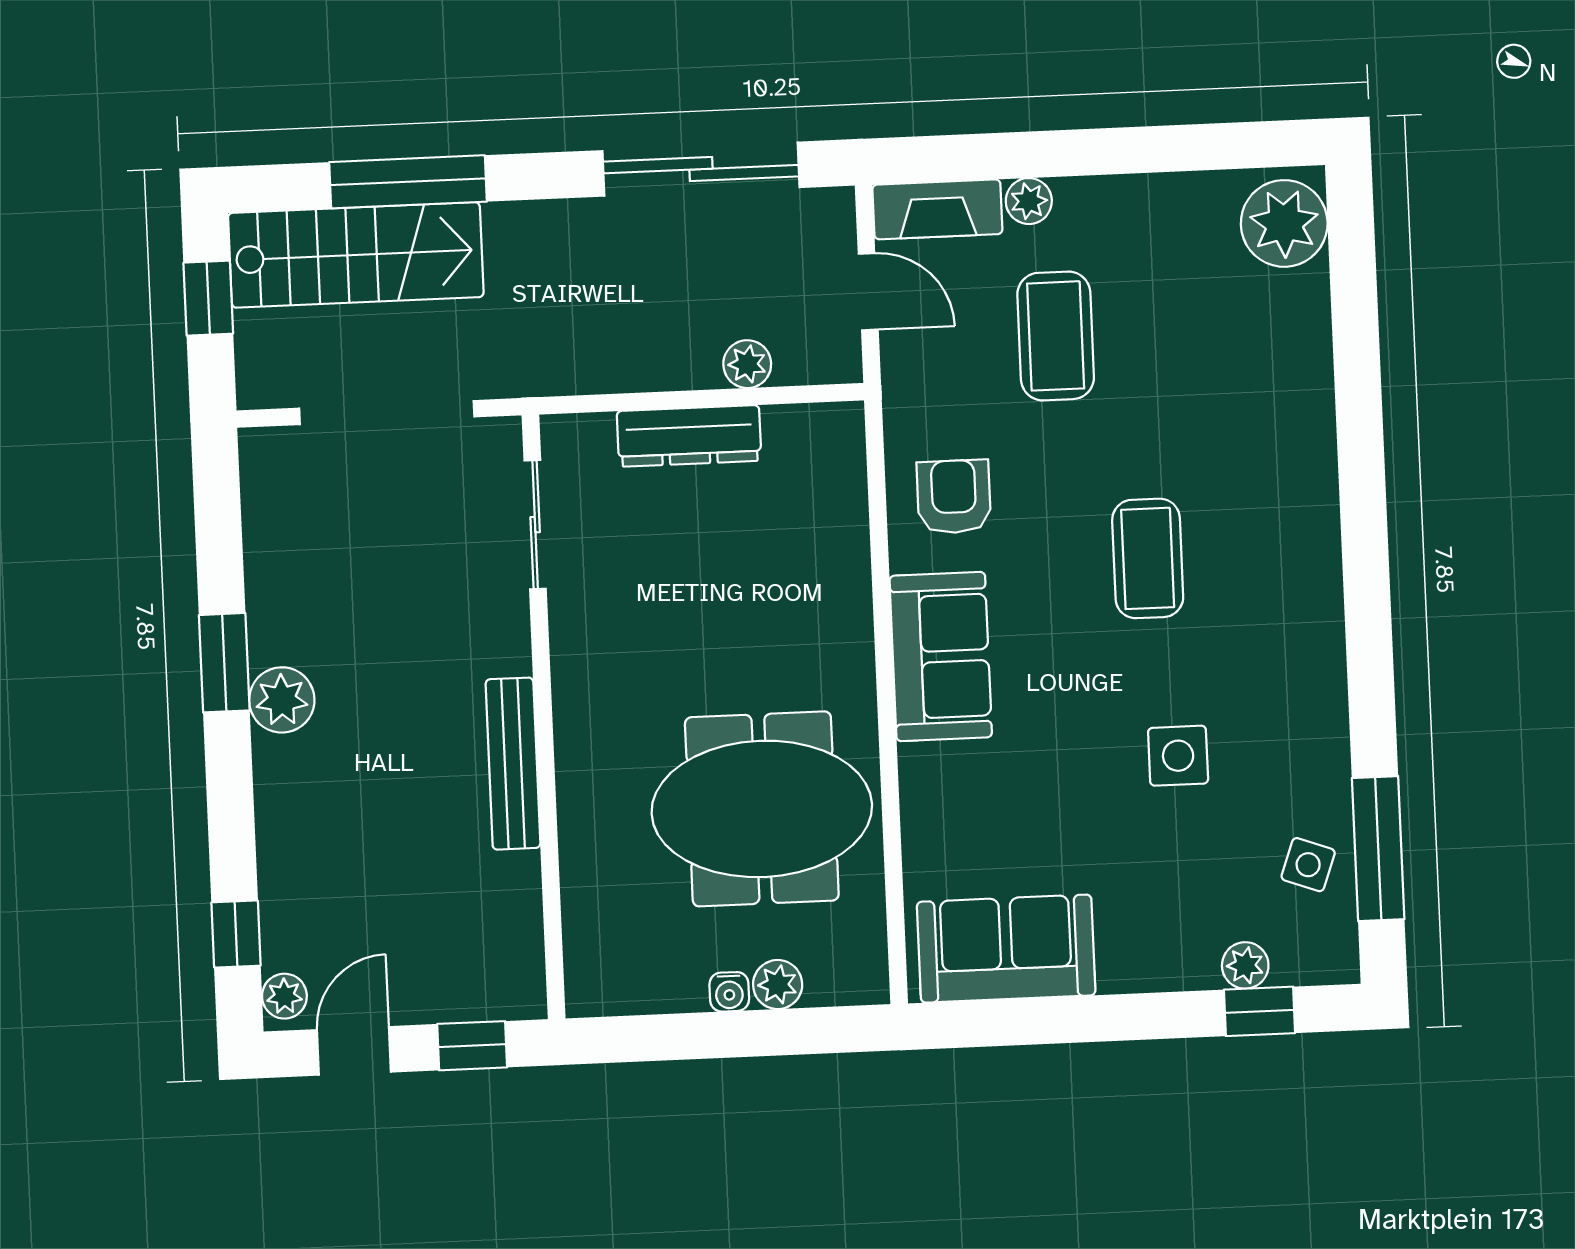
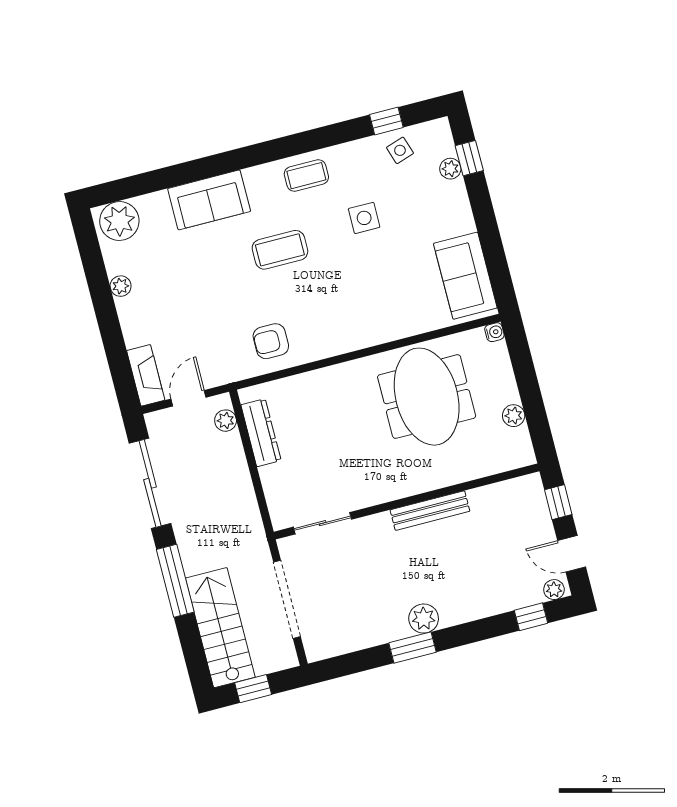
window: (408, 182) -> (175, 581), moved
plant: (1029, 201) -> (121, 286), moved
coffee table: (1056, 336) -> (306, 176), moved, width x0.73, depth x0.77
plant: (747, 364) -> (226, 421), moved
dresser: (689, 436) -> (261, 433), moved
sofa: (941, 657) -> (209, 200), moved, turned 180
window: (1378, 849) -> (386, 121), width x0.46
side table: (1308, 865) -> (400, 150), turned -38
plant: (778, 985) -> (514, 416), moved
water cooler: (729, 992) -> (494, 332), moved

